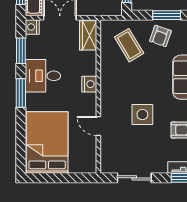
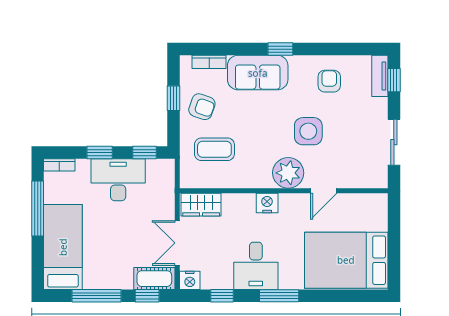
window: (167, 15) -> (174, 98), width x0.67
coffee table: (129, 45) -> (214, 149), turned 31
window: (21, 51) -> (222, 296), width x0.67
plant: (112, 100) -> (288, 173), added

